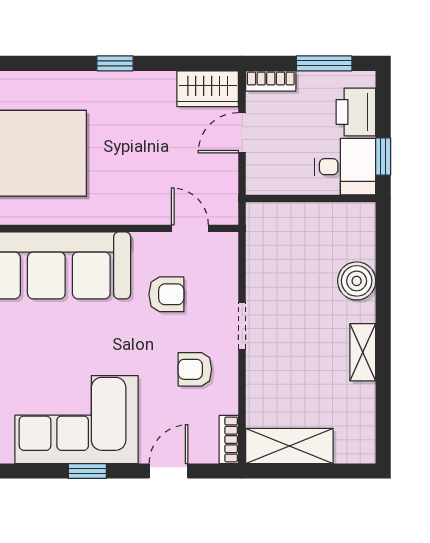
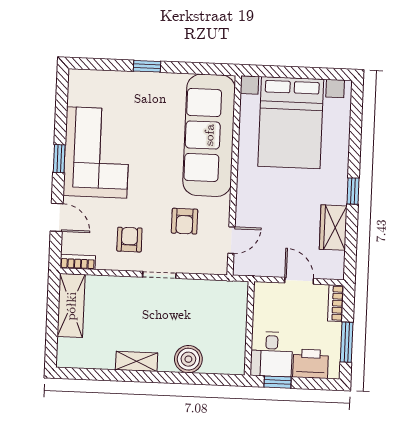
wardrobe: (208, 89) -> (333, 228), moved

